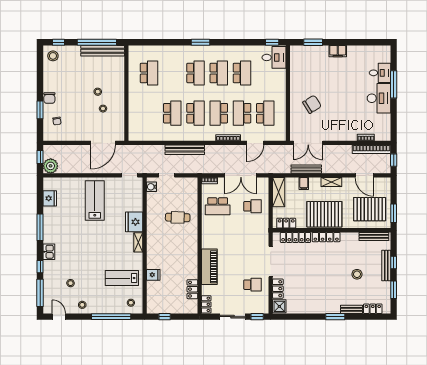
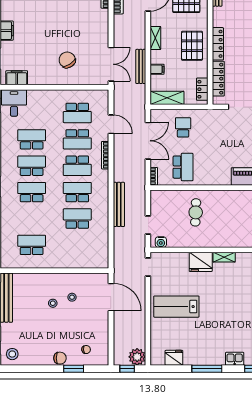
filing cabinet: (296, 60) -> (17, 78), added
school desk: (265, 113) -> (77, 113), turned 180
pallet: (324, 214) -> (192, 46), width x0.73, depth x0.71

